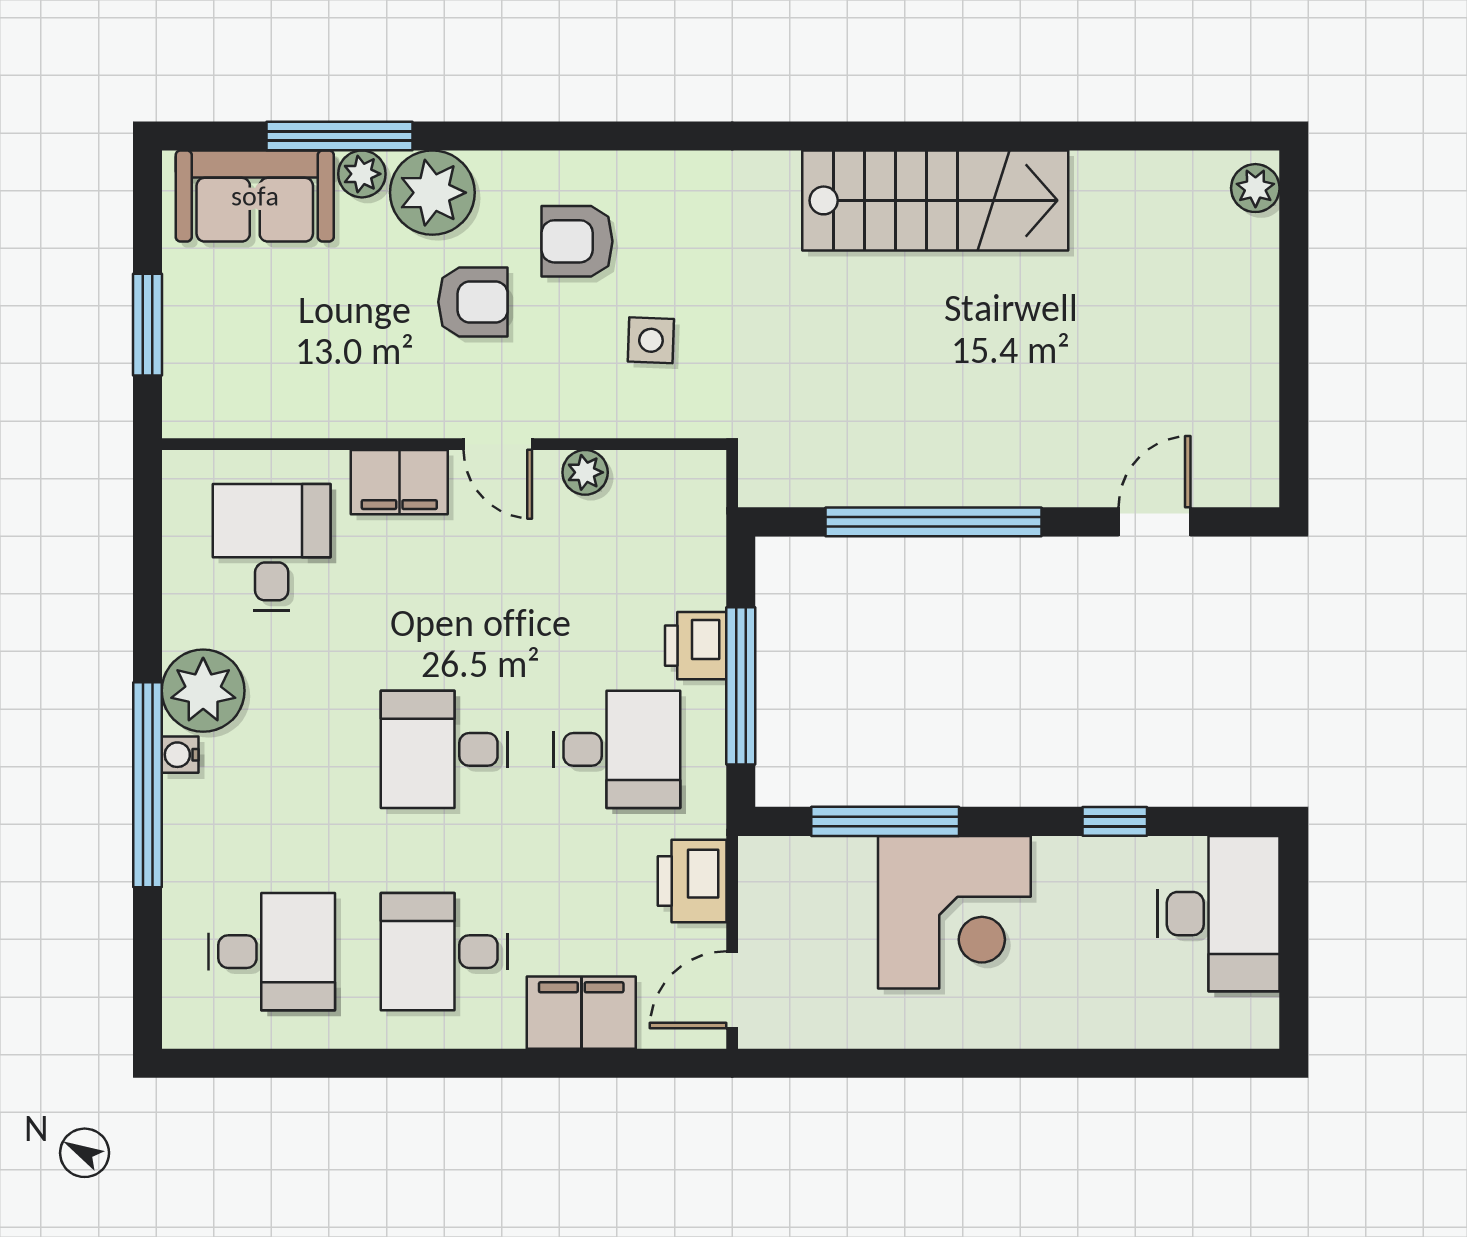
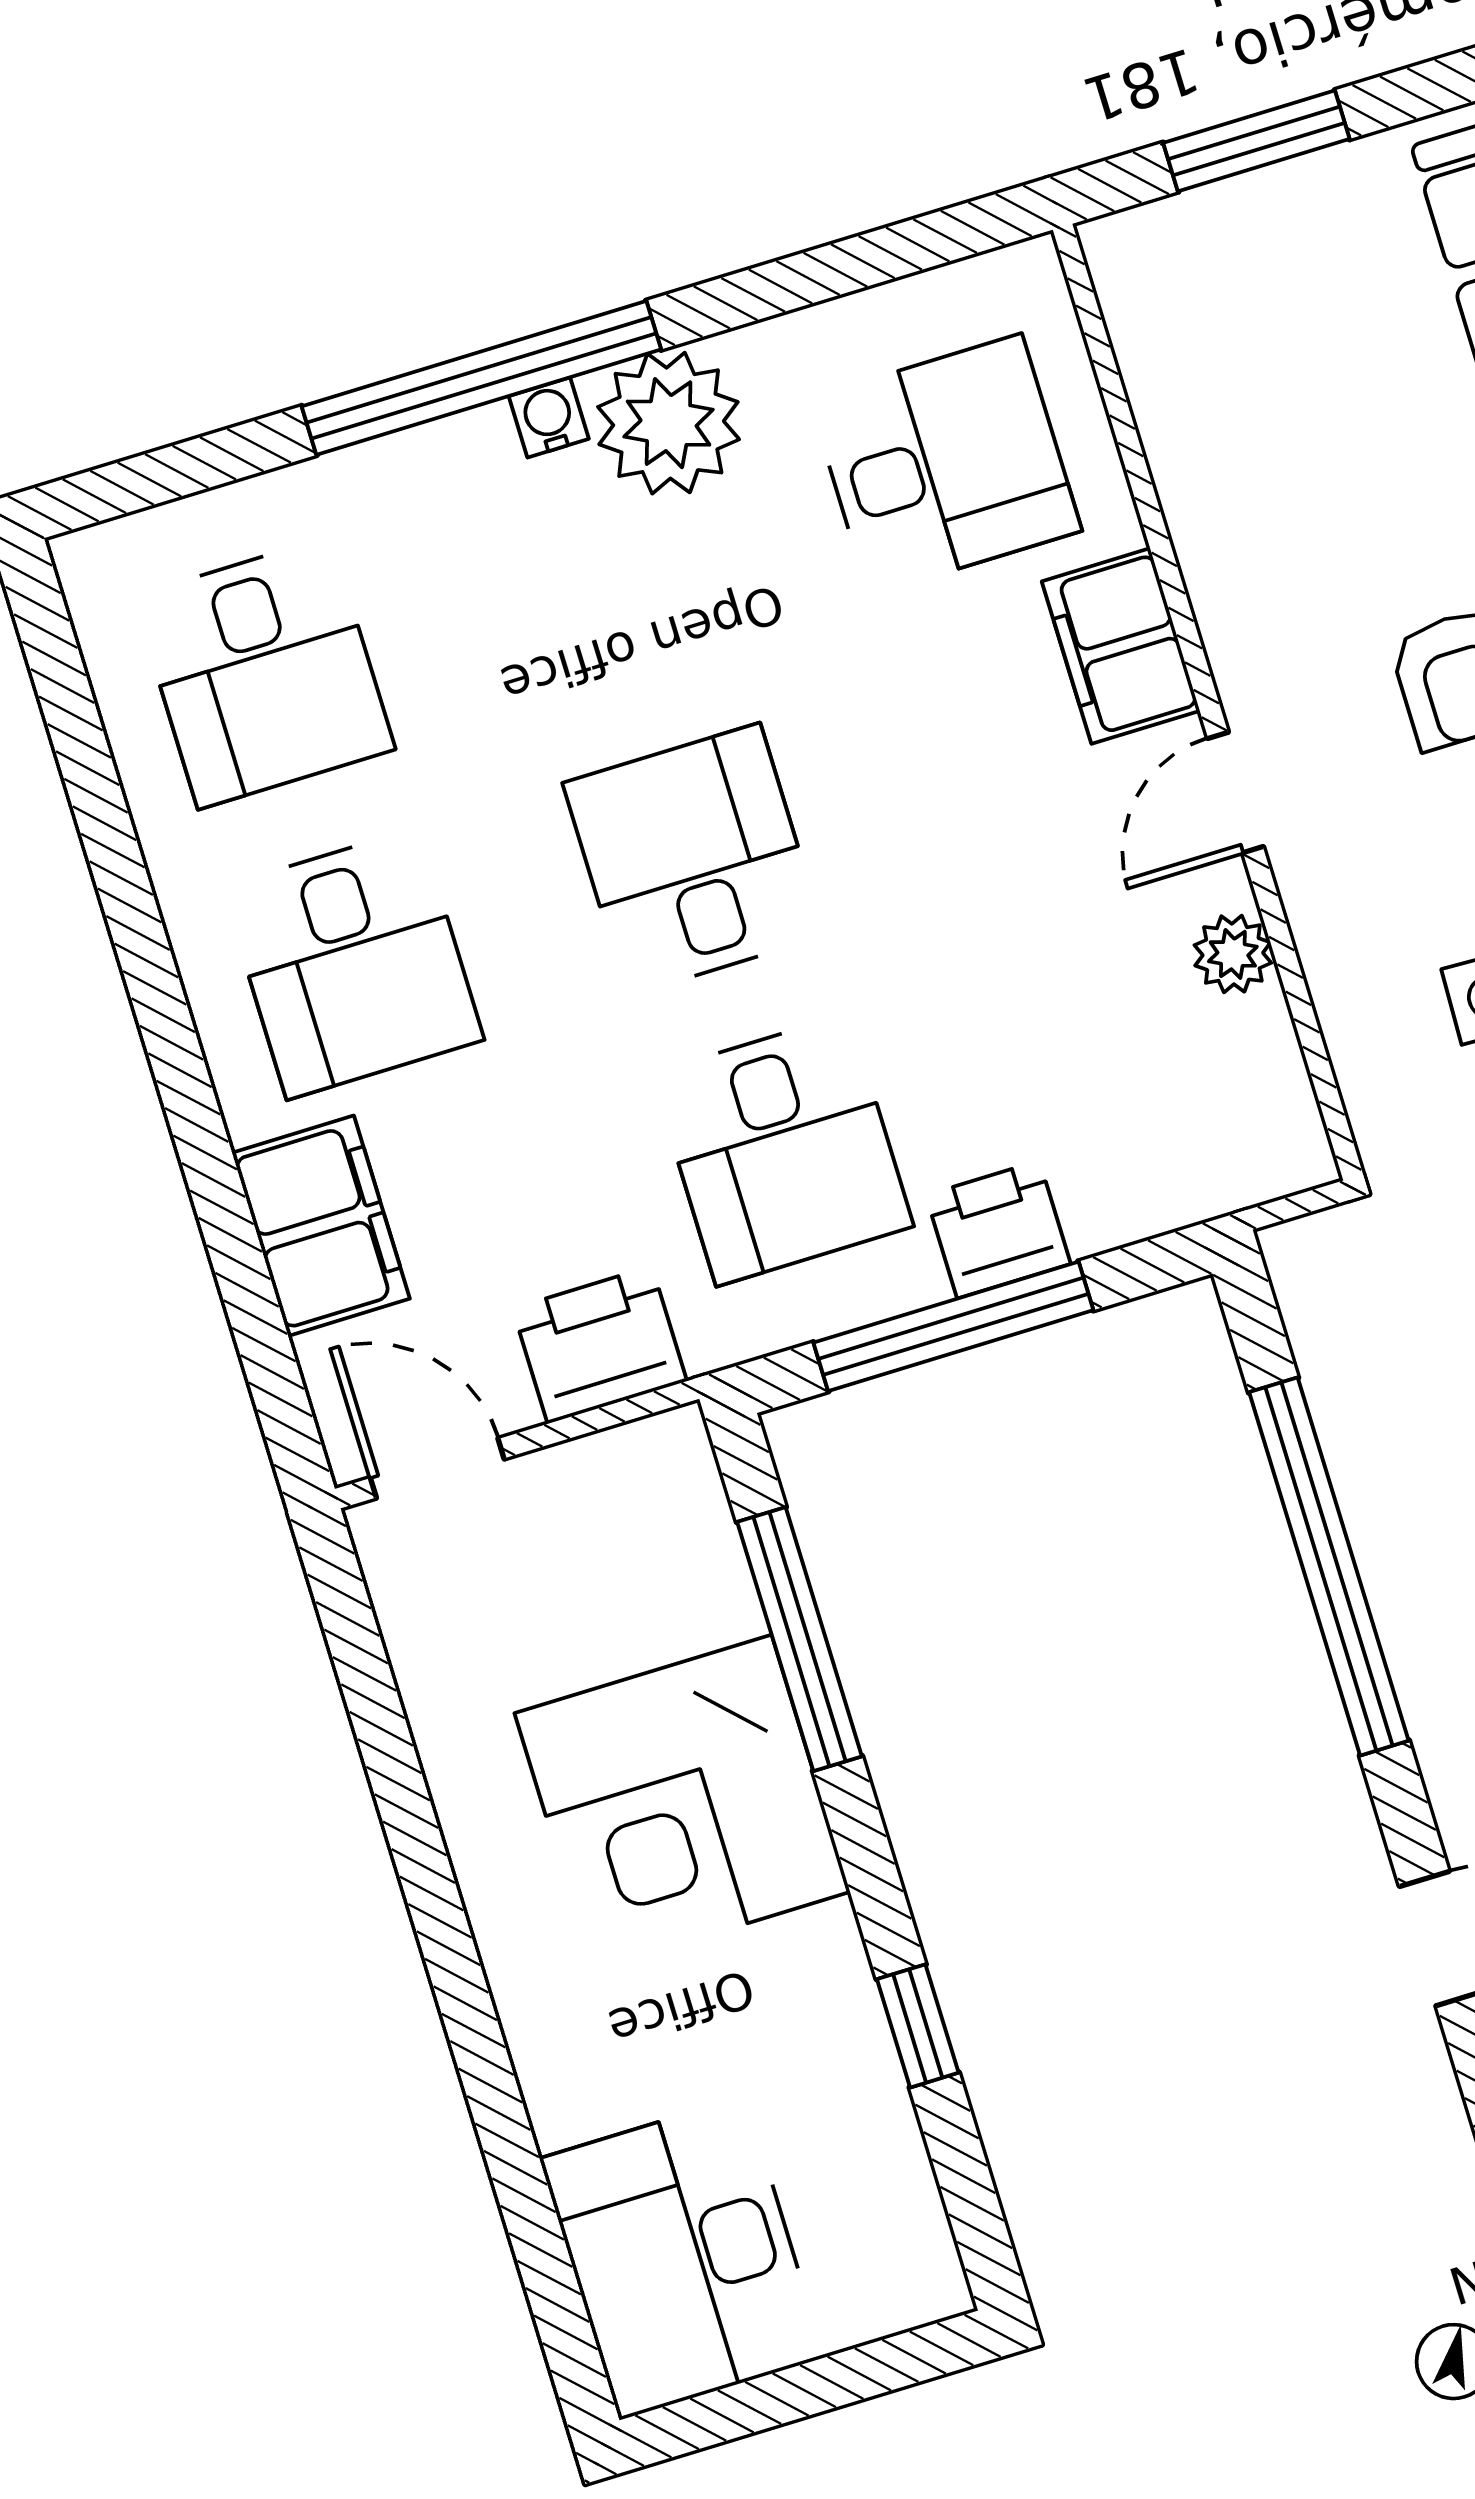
desk: (1218, 914) -> (682, 2258), moved, turned 90
desk: (444, 952) -> (353, 963), turned 180

